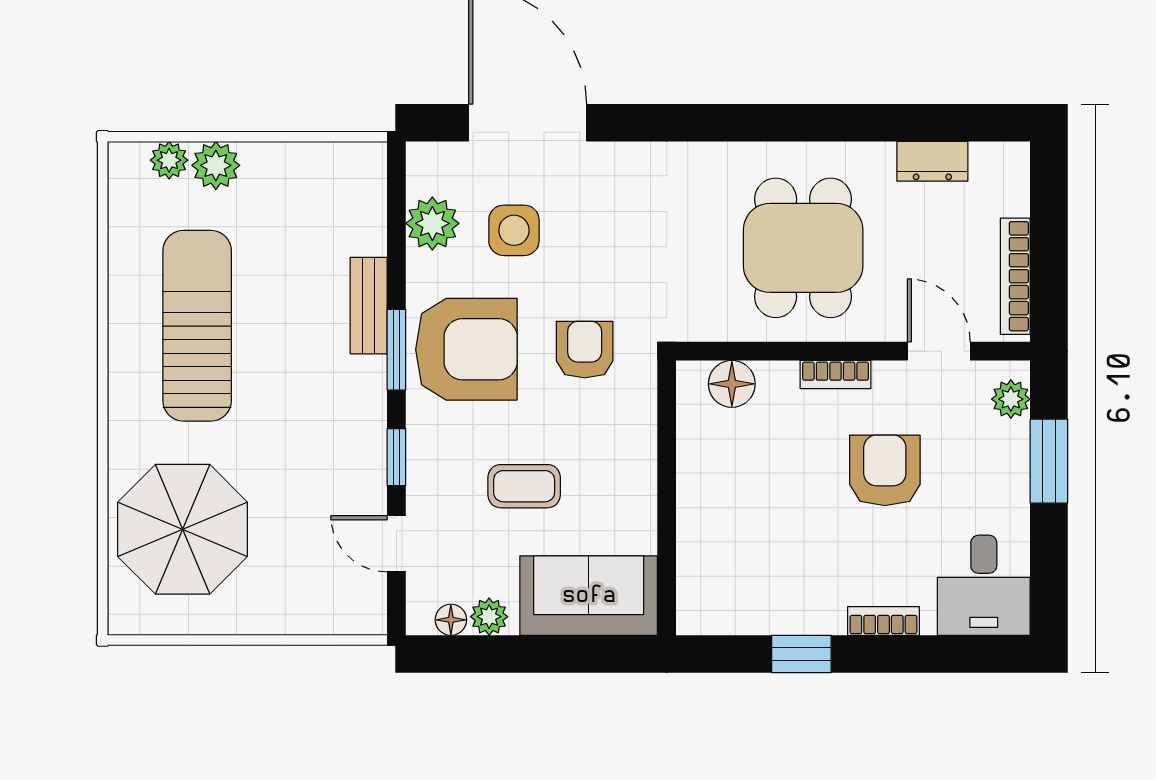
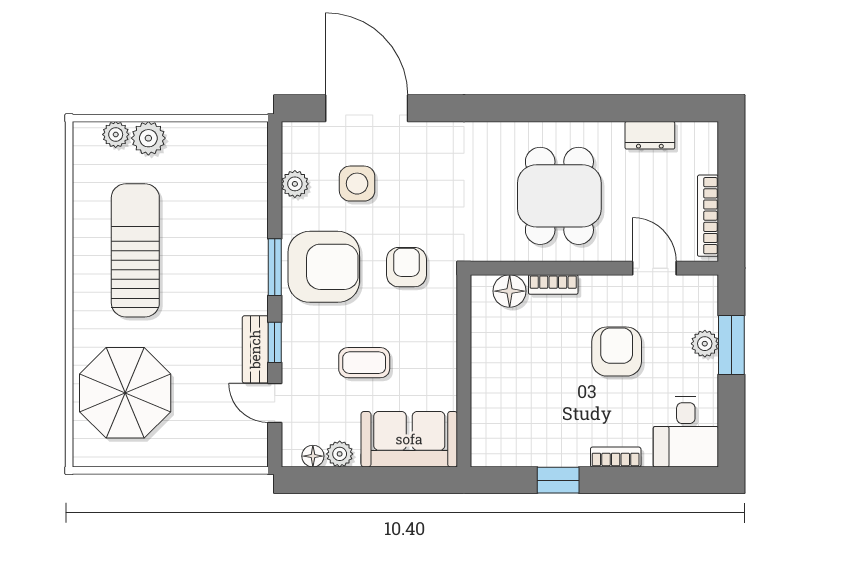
plant: (432, 223) -> (295, 184), width x0.73, depth x0.73
bench: (369, 306) -> (255, 349), moved
bookcase: (836, 375) -> (553, 284), moved
plant: (1011, 399) -> (705, 344), moved

